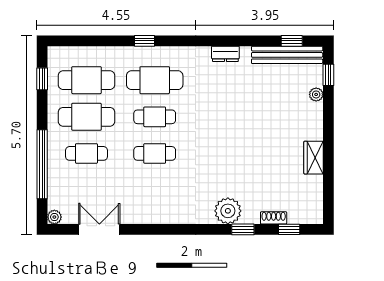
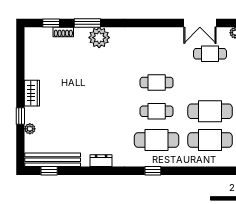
window: (145, 41) -> (153, 171), moved
window: (328, 75) -> (20, 116), moved
cafe table: (86, 153) -> (210, 54), moved
wardrobe: (314, 158) -> (32, 93), moved
window: (243, 229) -> (87, 23), width x1.50

